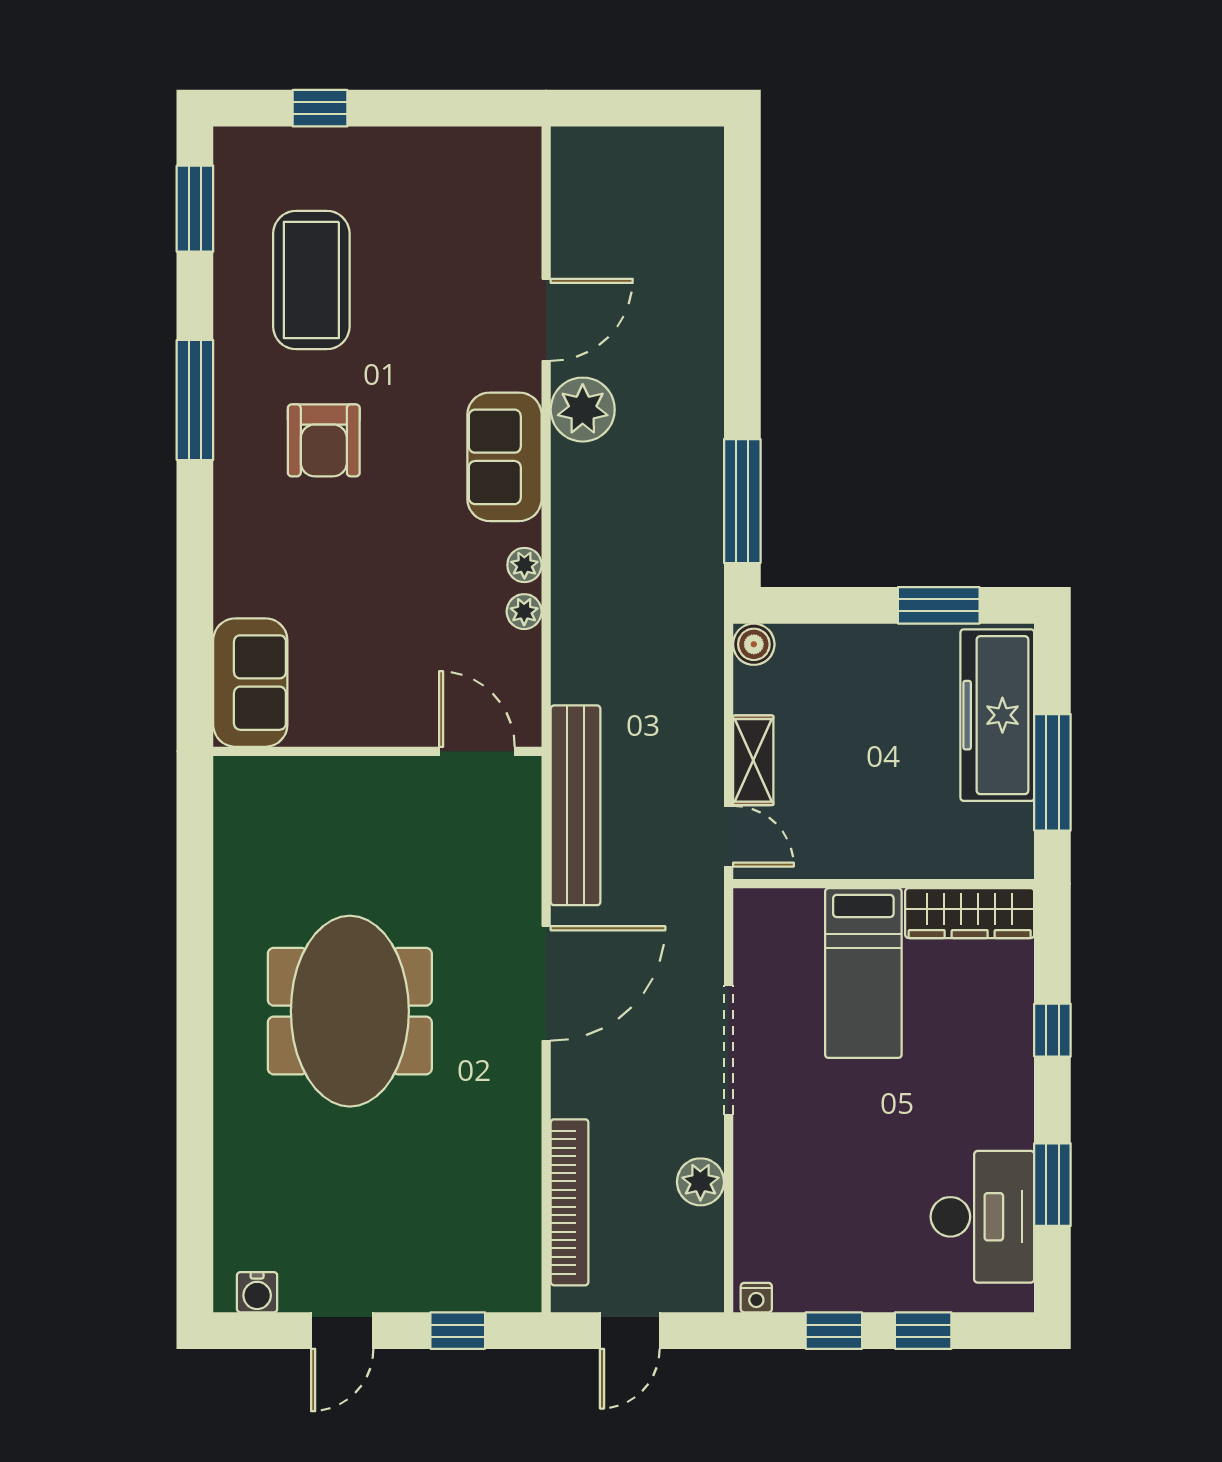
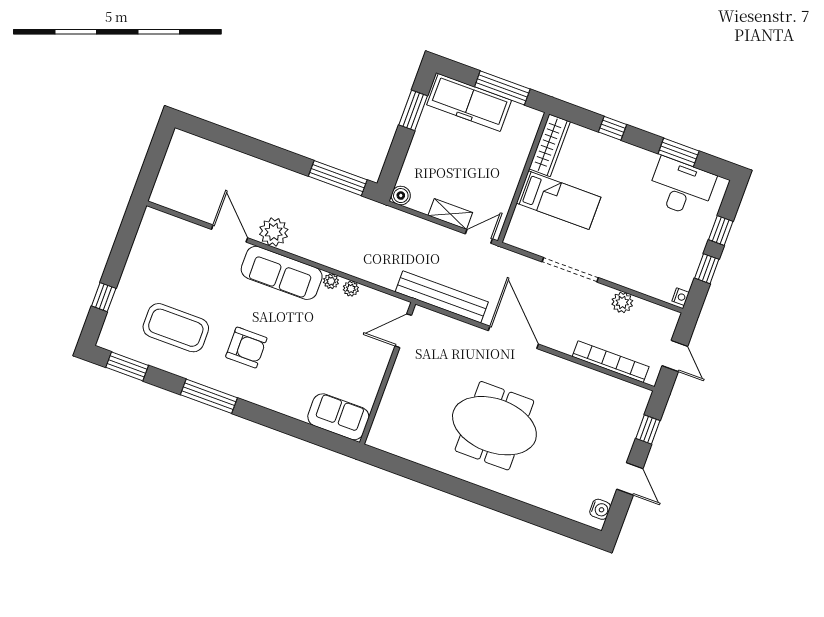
sofa: (504, 457) -> (282, 273), width x1.36

